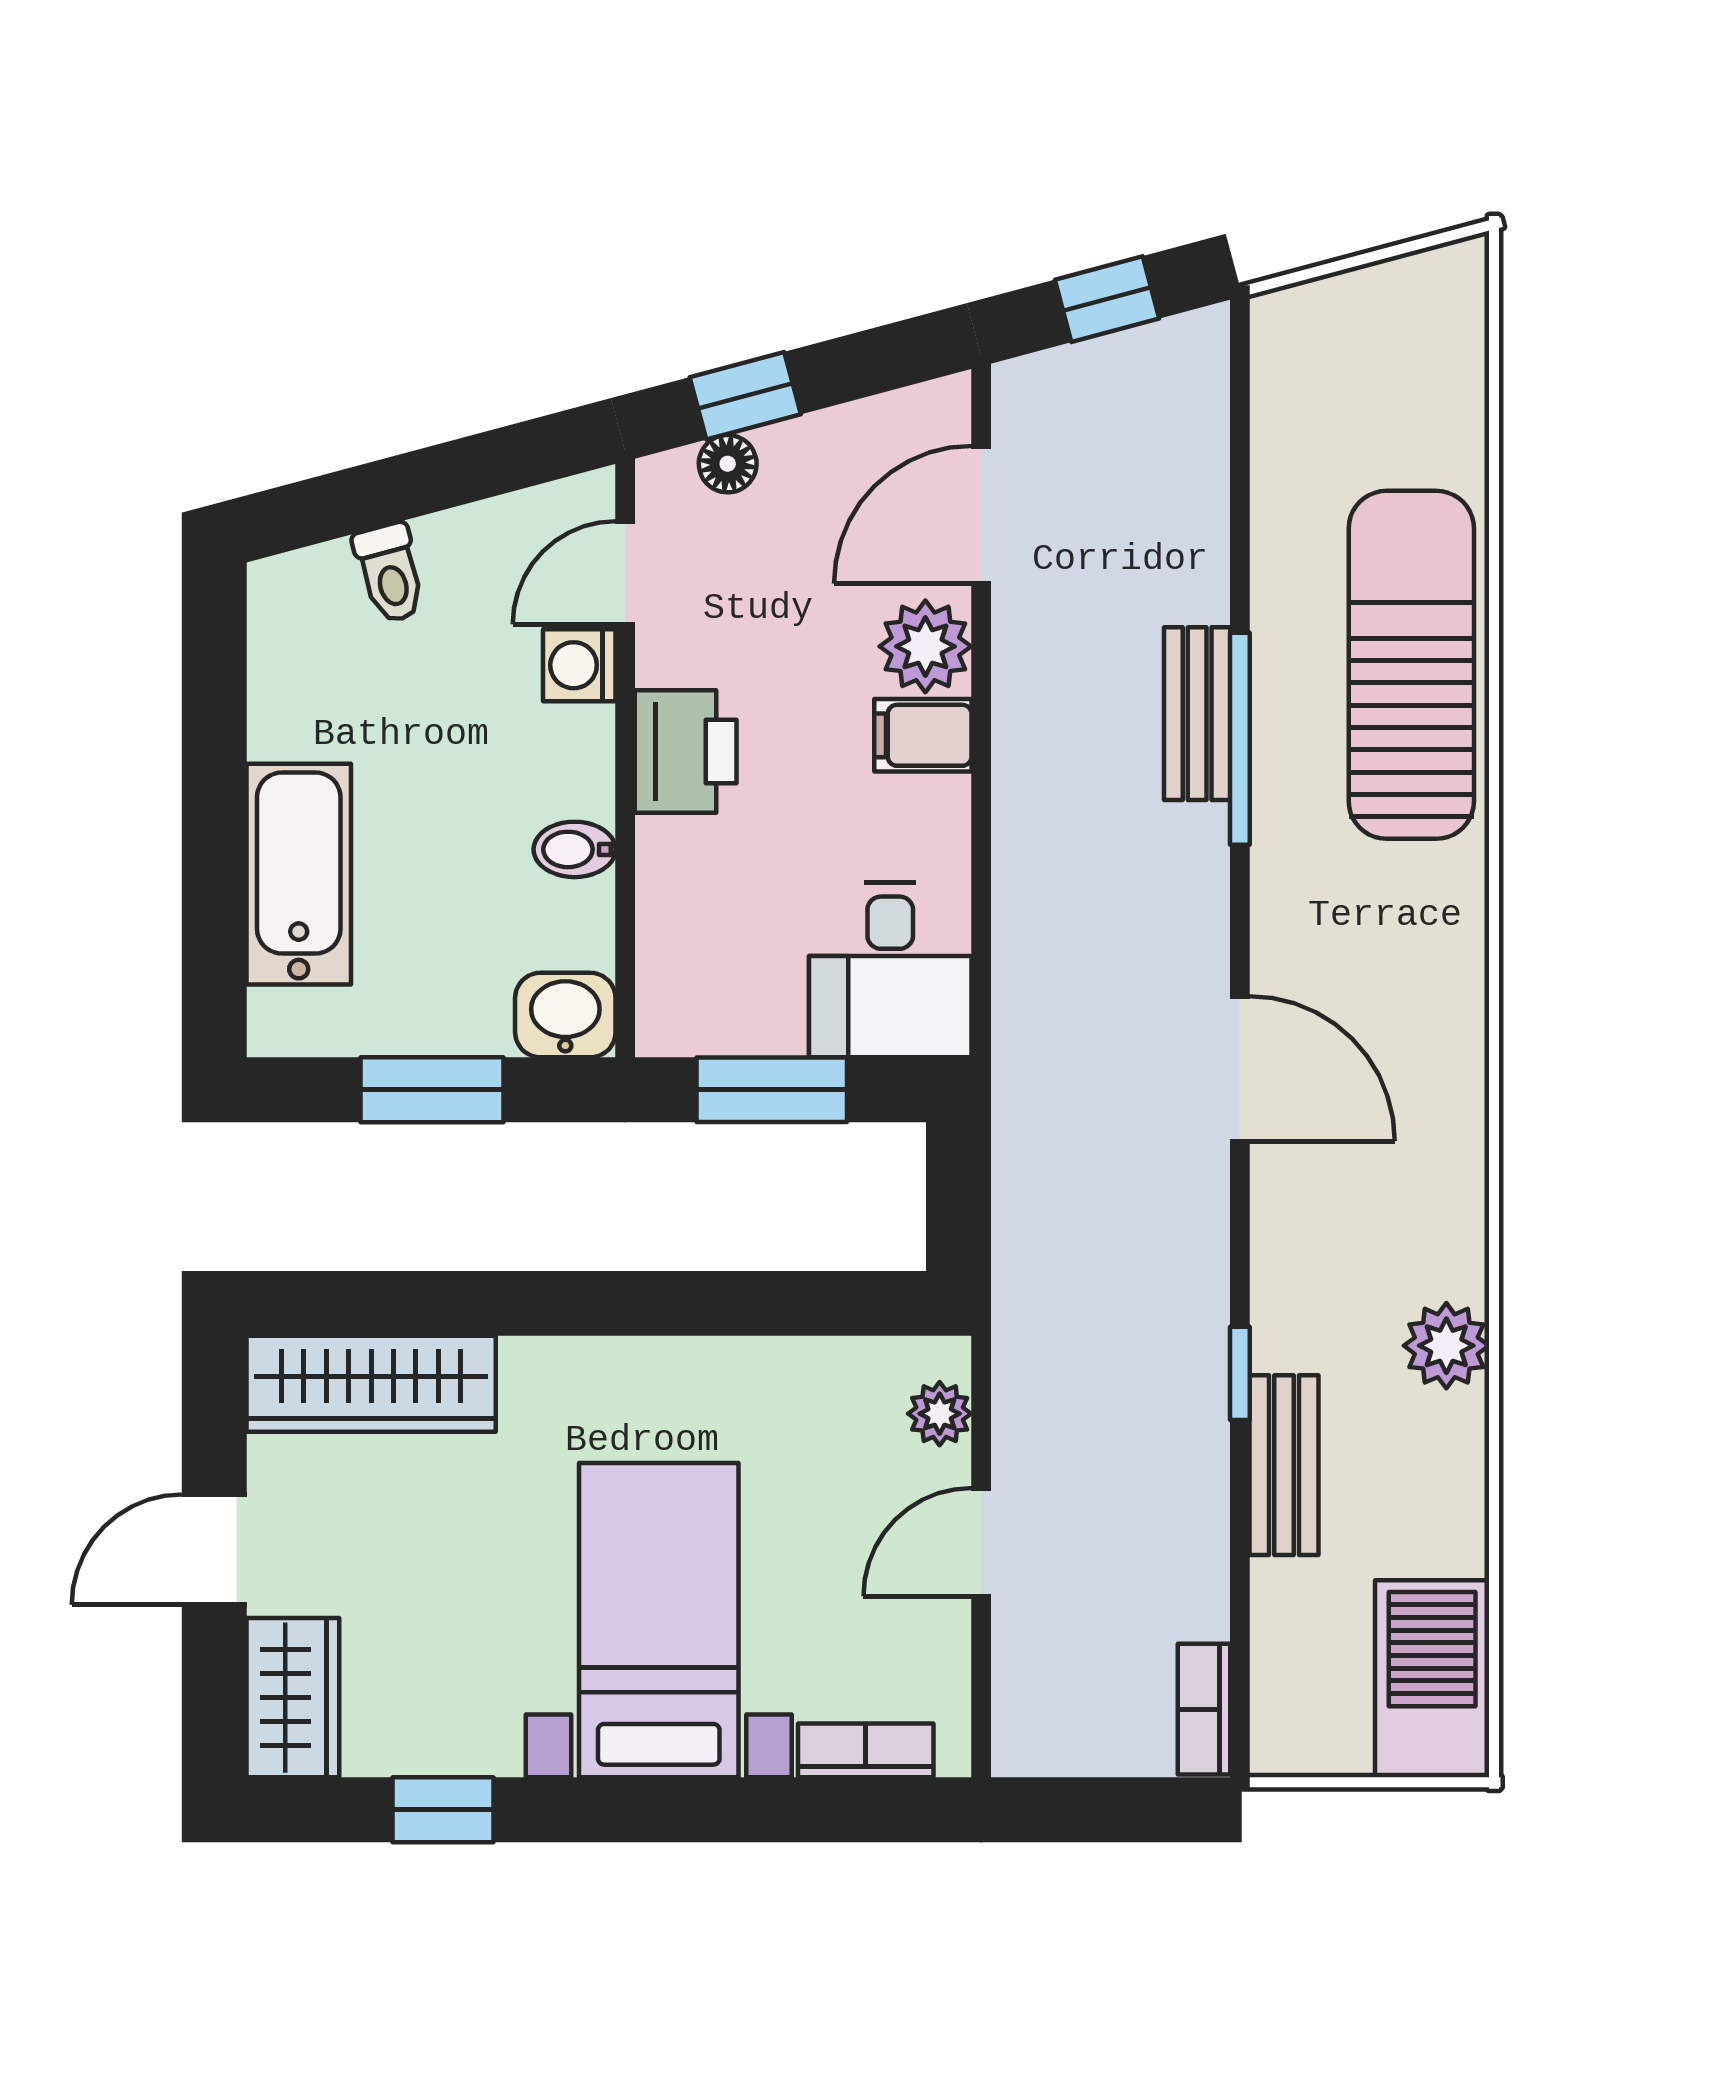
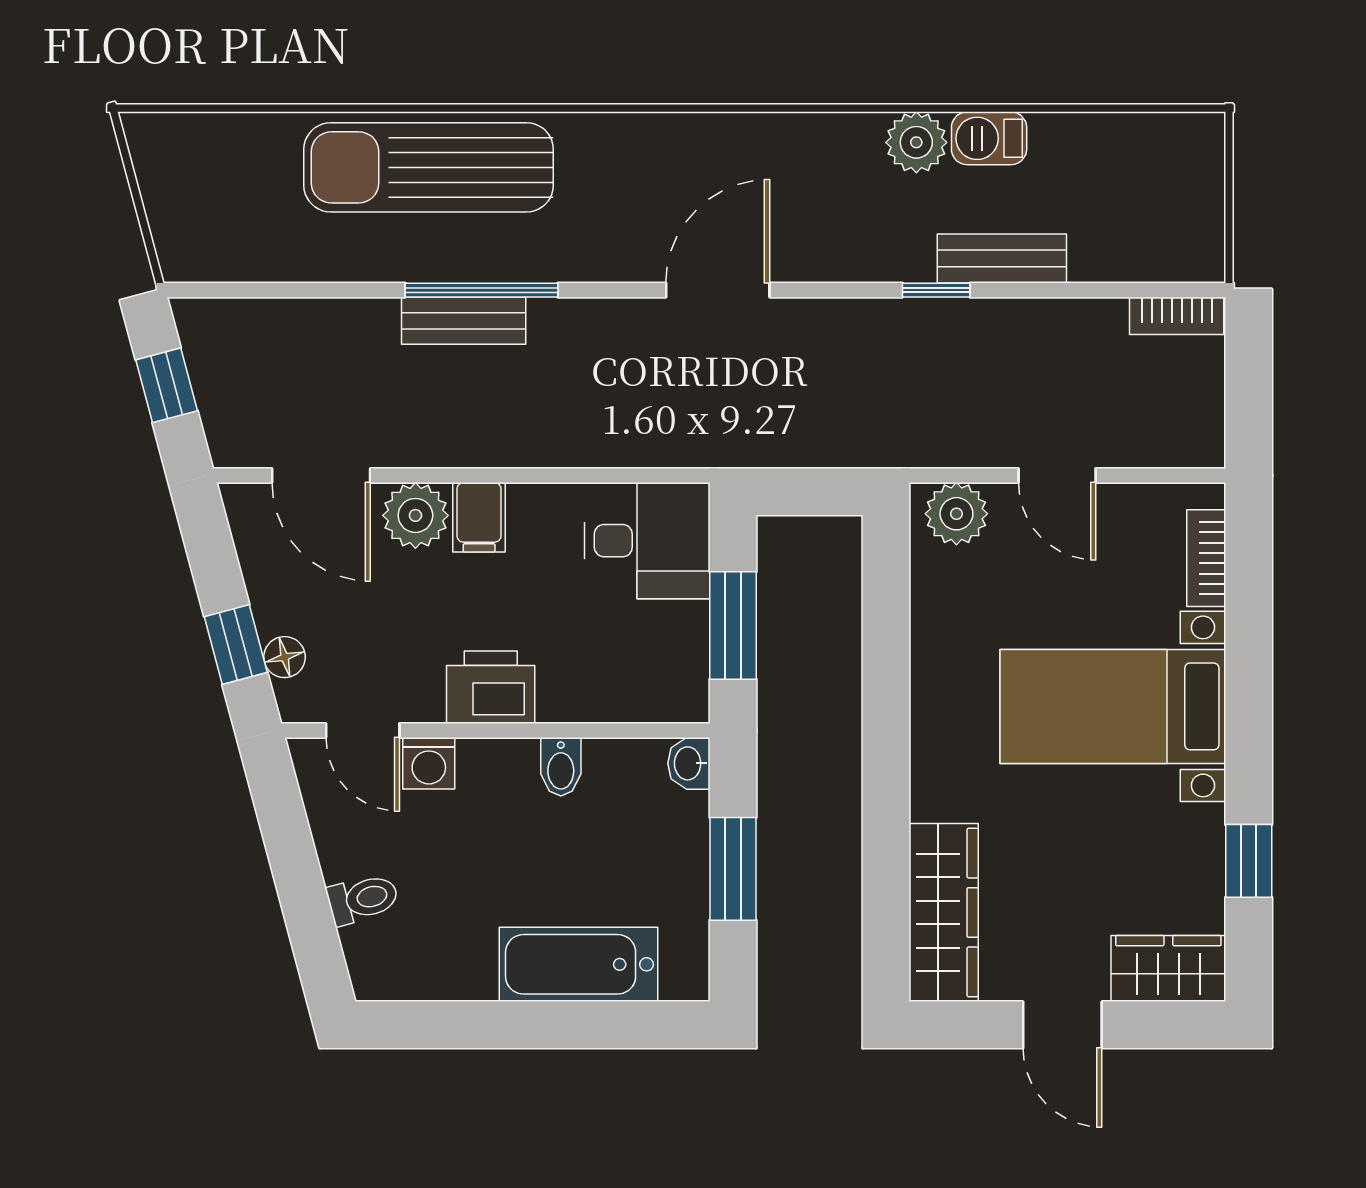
washbasin: (565, 1015) -> (689, 763), width x0.72, depth x0.69
plant: (940, 1414) -> (956, 514), width x1.38, depth x1.38
barbecue: (1432, 1679) -> (989, 138), moved, width x0.53, depth x0.65

